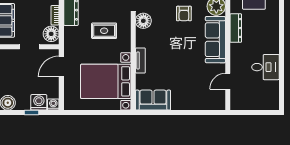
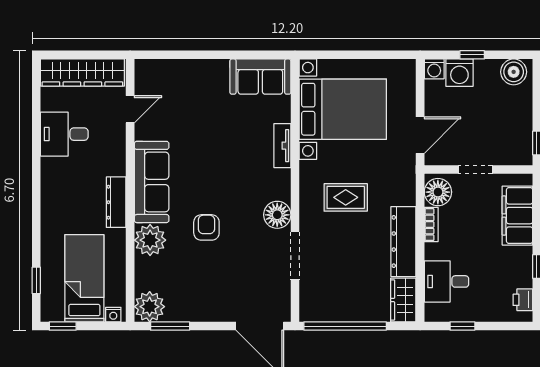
wardrobe: (255, 102) -> (82, 73), added

